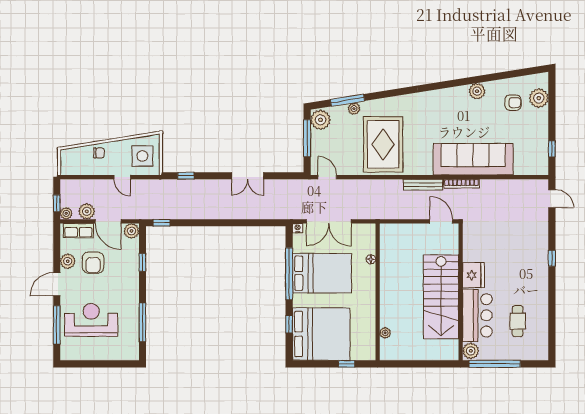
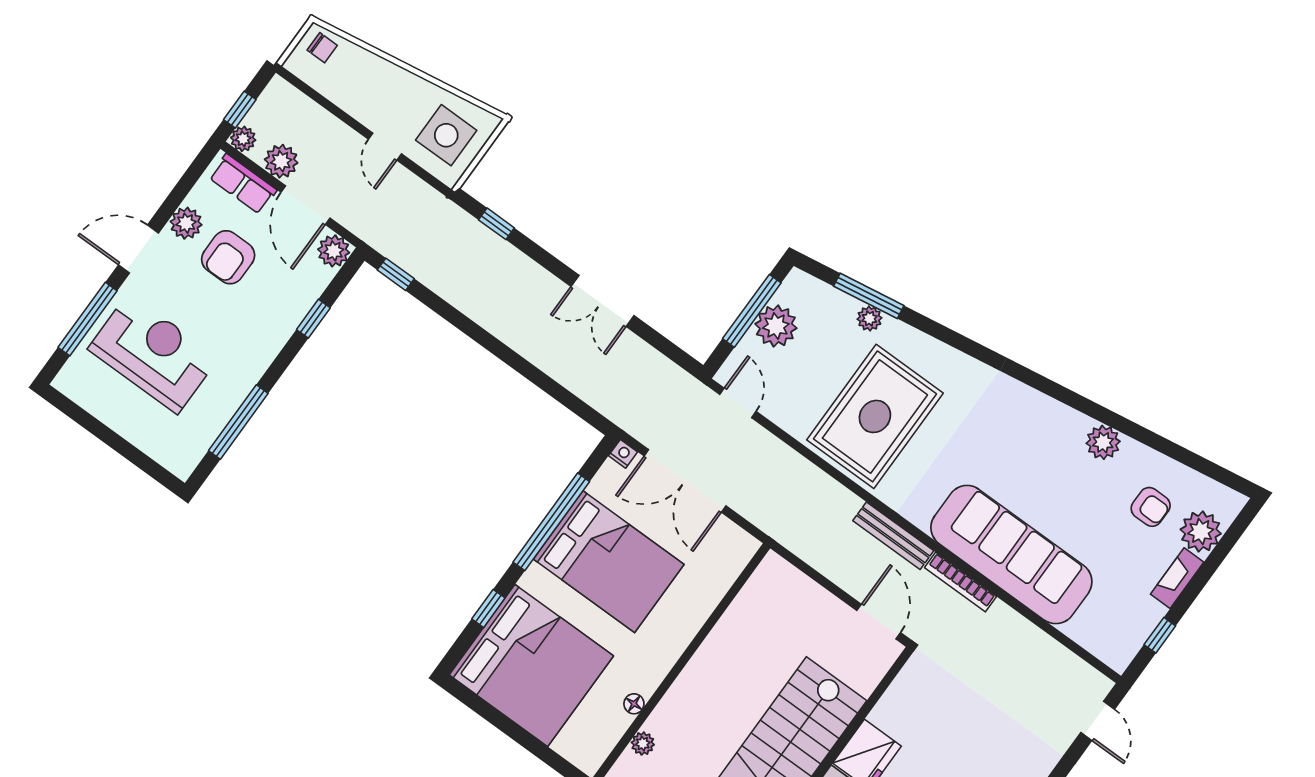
plant: (320, 120) -> (776, 326), moved
fireplace: (543, 122) -> (1177, 578), added
chair: (99, 153) -> (322, 48), moved
floor lamp: (371, 259) -> (634, 704), moved
window: (347, 364) -> (538, 749), removed

